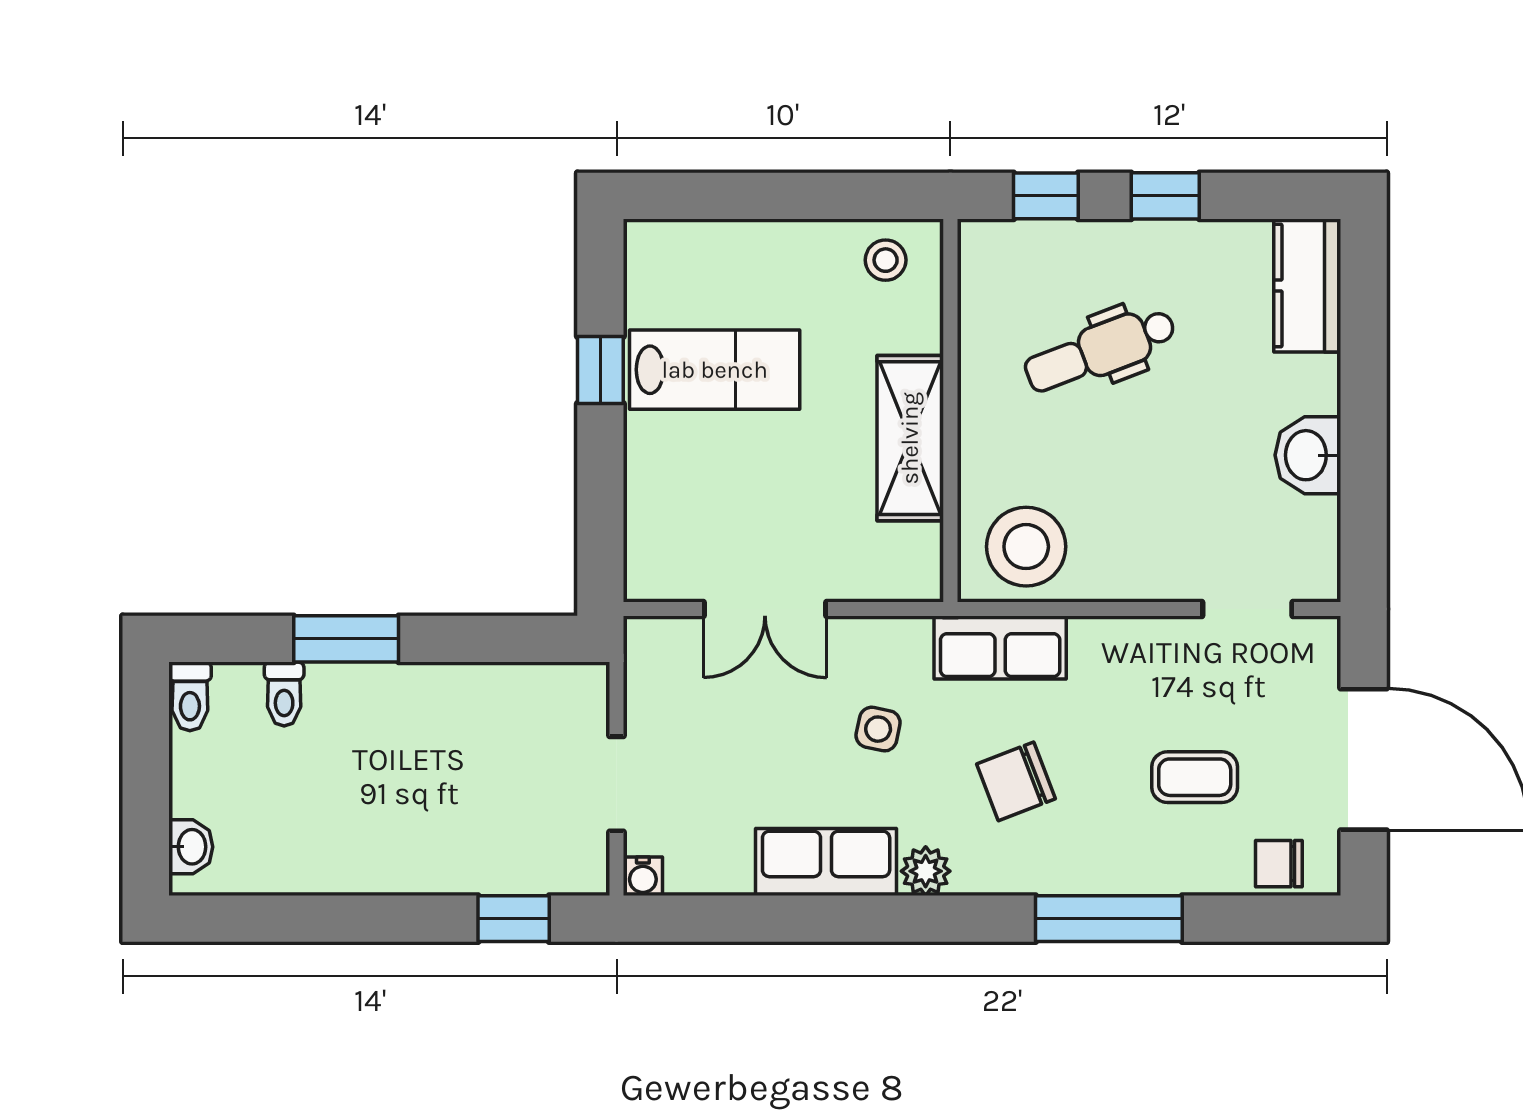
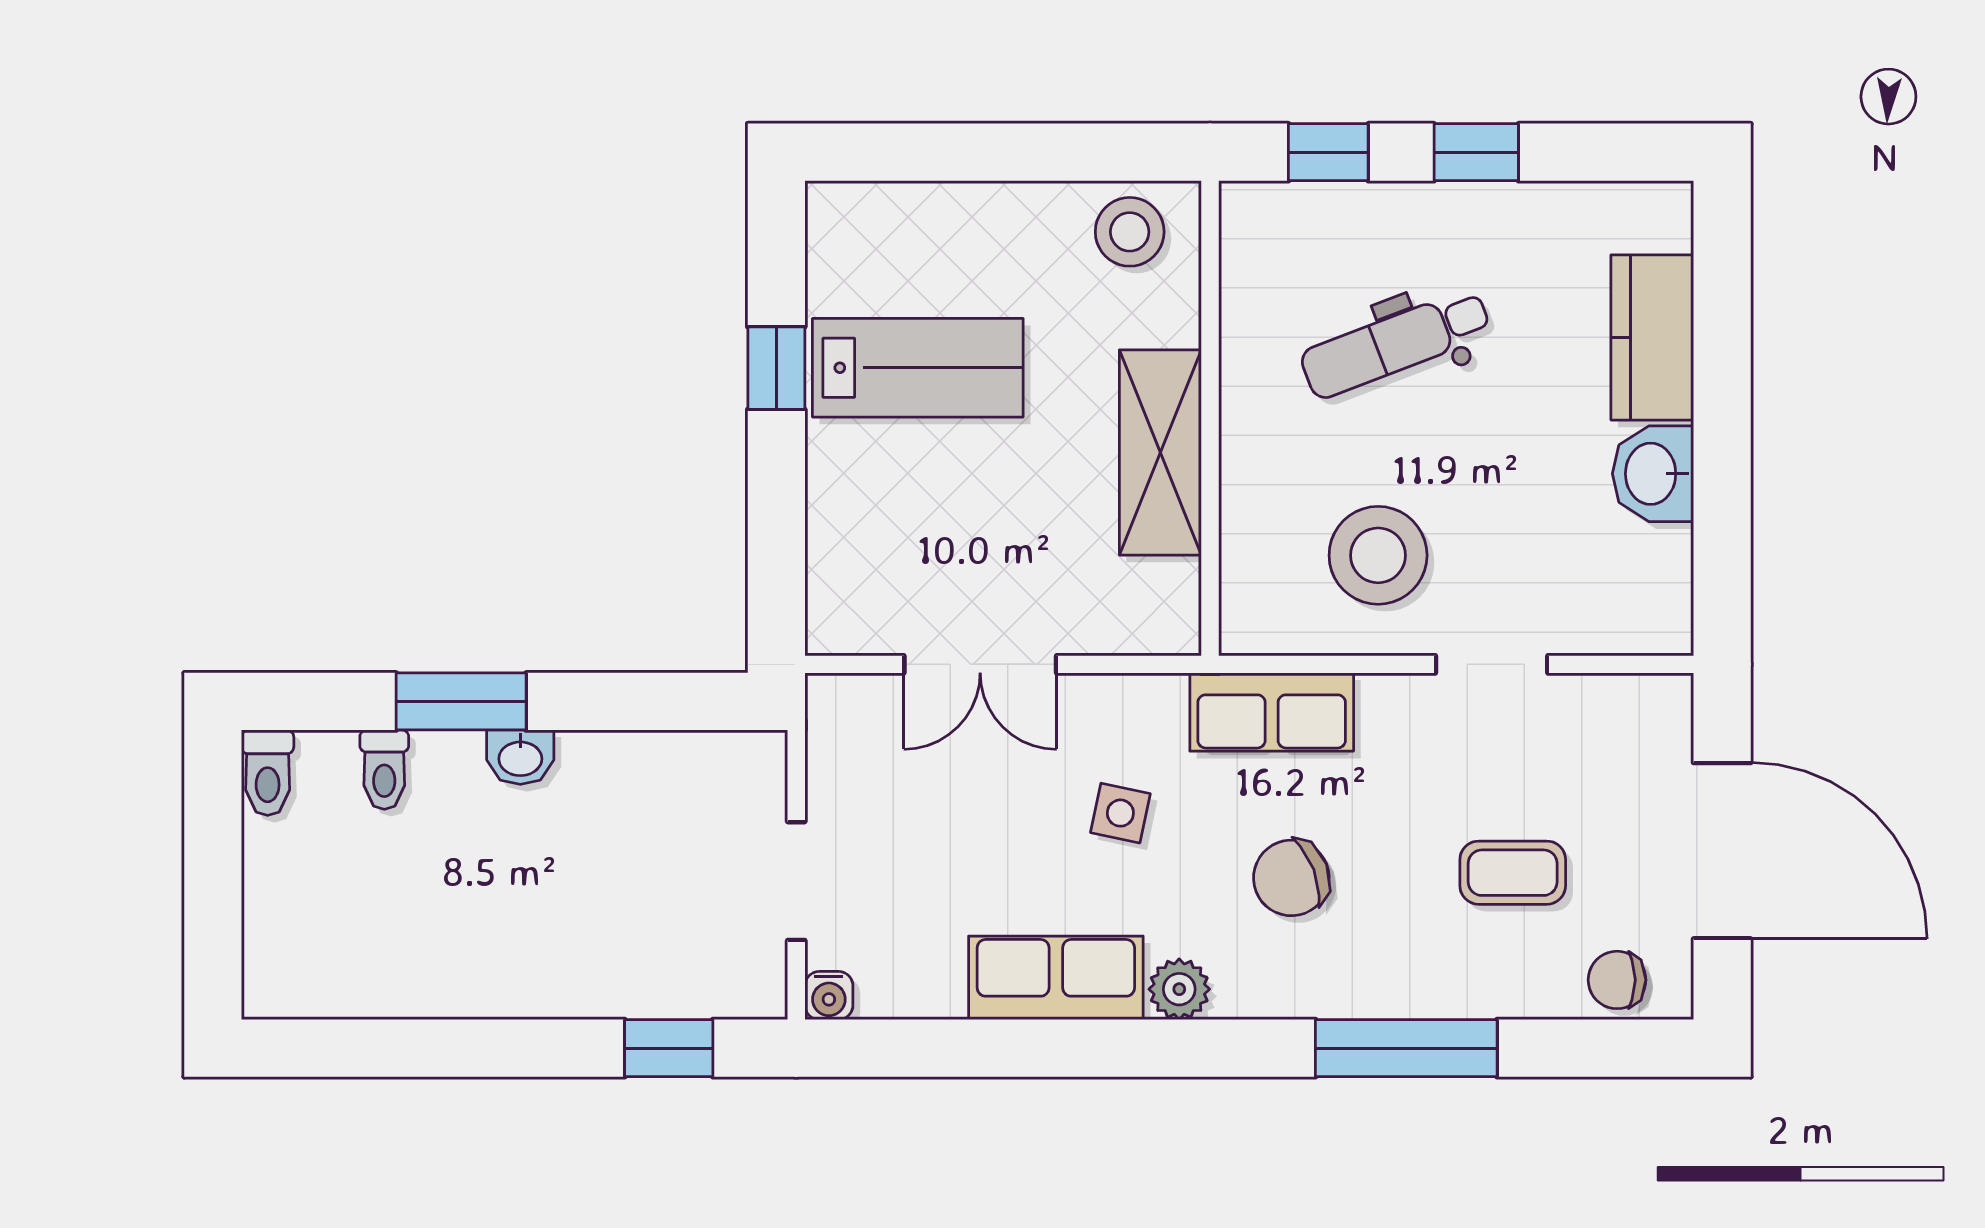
stool: (886, 260) -> (1130, 232), width x1.37, depth x1.37
kitchen counter: (1307, 285) -> (1652, 337), moved
stool: (1026, 547) -> (1378, 555), moved
doorway: (1247, 609) -> (1492, 664), moved
washbasin: (191, 847) -> (520, 757), moved, turned 90

